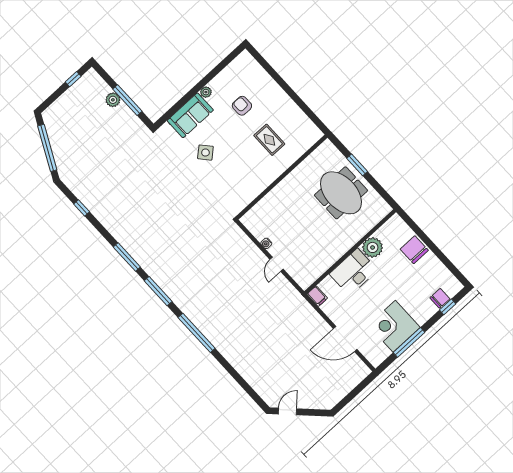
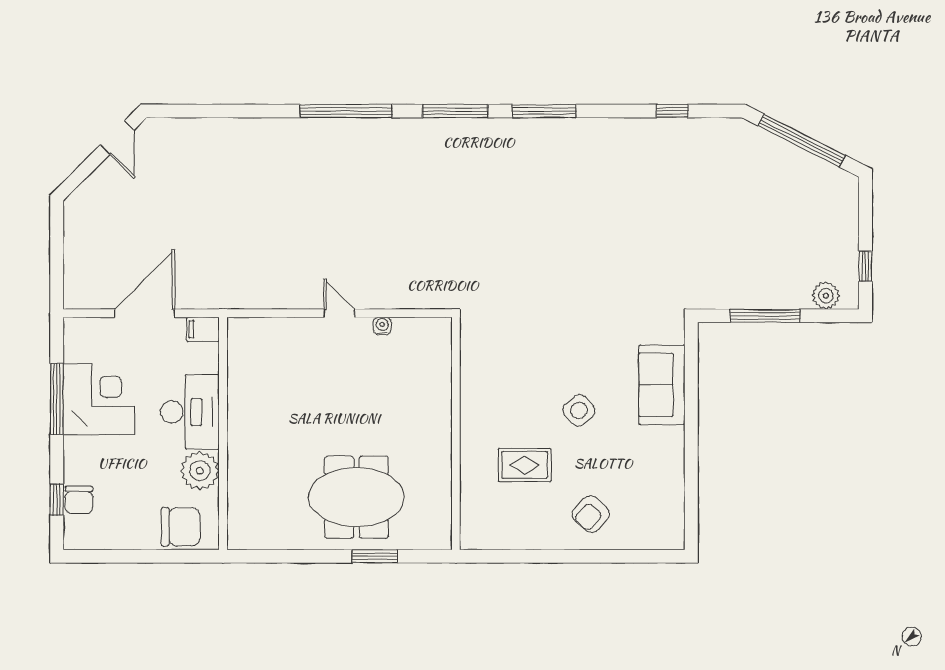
plant: (206, 92) -> (674, 437), removed
plant: (113, 100) -> (826, 296), moved
armchair: (242, 106) -> (591, 514), moved, turned 132
side table: (205, 153) -> (579, 410), moved
plant: (373, 247) -> (200, 471), moved
wall: (350, 252) -> (223, 433), moved
desk: (354, 272) -> (190, 412), moved
filing cabinet: (317, 296) -> (203, 329), moved

